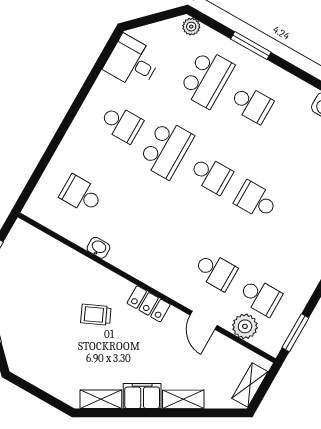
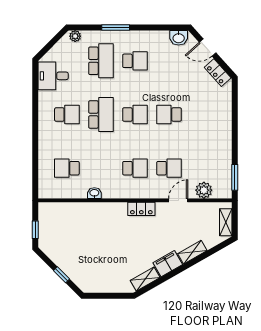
school desk: (260, 297) -> (135, 168), moved
trolley: (96, 315) -> (115, 232), removed
door: (204, 320) -> (178, 200), swing flipped

